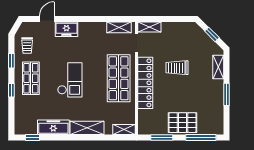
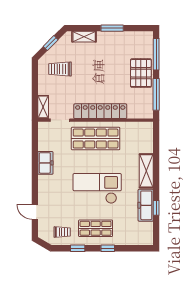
shelving: (119, 27) -> (44, 138), removed
freezer: (66, 29) -> (45, 163), moved
trolley: (177, 68) -> (60, 69), moved, turned 90
checkout: (70, 80) -> (97, 188), width x1.36, depth x1.21
shelving: (124, 130) -> (148, 133), removed
window: (32, 138) -> (156, 208), moved
window: (162, 138) -> (156, 94), width x1.44

